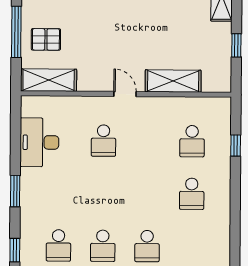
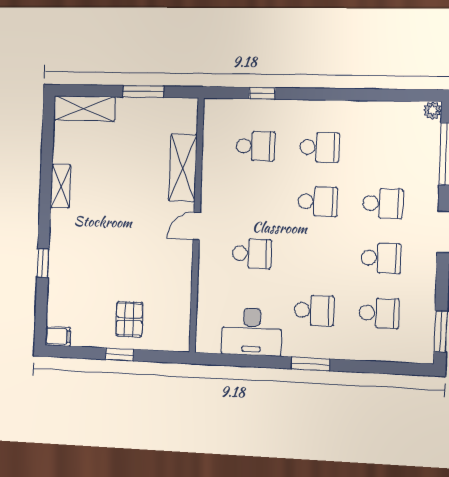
window: (16, 32) -> (119, 354), width x0.46
window: (236, 45) -> (143, 92), width x1.50
shelving: (49, 80) -> (177, 318), removed
school desk: (59, 193) -> (314, 310), added
school desk: (147, 193) -> (318, 202), added
window: (15, 250) -> (384, 368), removed

